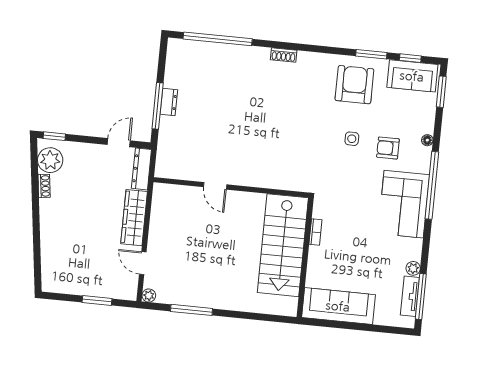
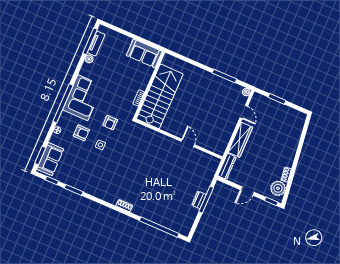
sofa: (412, 76) -> (50, 159), moved, turned 90
armchair: (354, 85) -> (110, 123), moved, width x0.53, depth x0.53
door: (119, 143) -> (247, 191), moved
sofa: (338, 306) -> (144, 53), width x0.73

